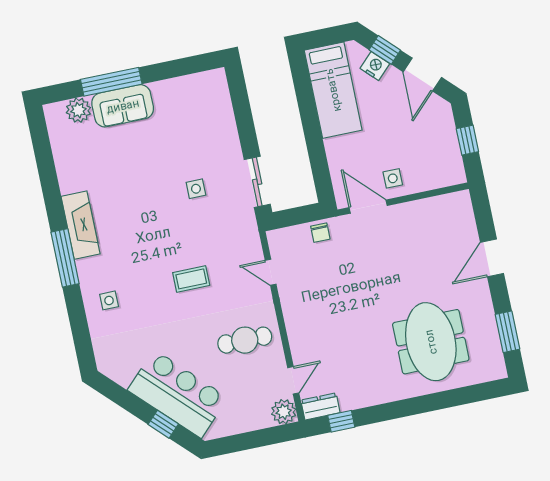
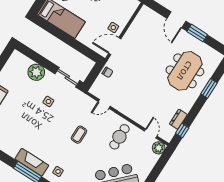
plant: (221, 130) -> (36, 72), added
fireplace: (81, 225) -> (32, 162), moved
window: (507, 332) -> (197, 33), moved
meeting table: (431, 342) -> (185, 71), turned 90
window: (439, 401) -> (209, 88), added
dresser: (320, 406) -> (178, 119), moved

